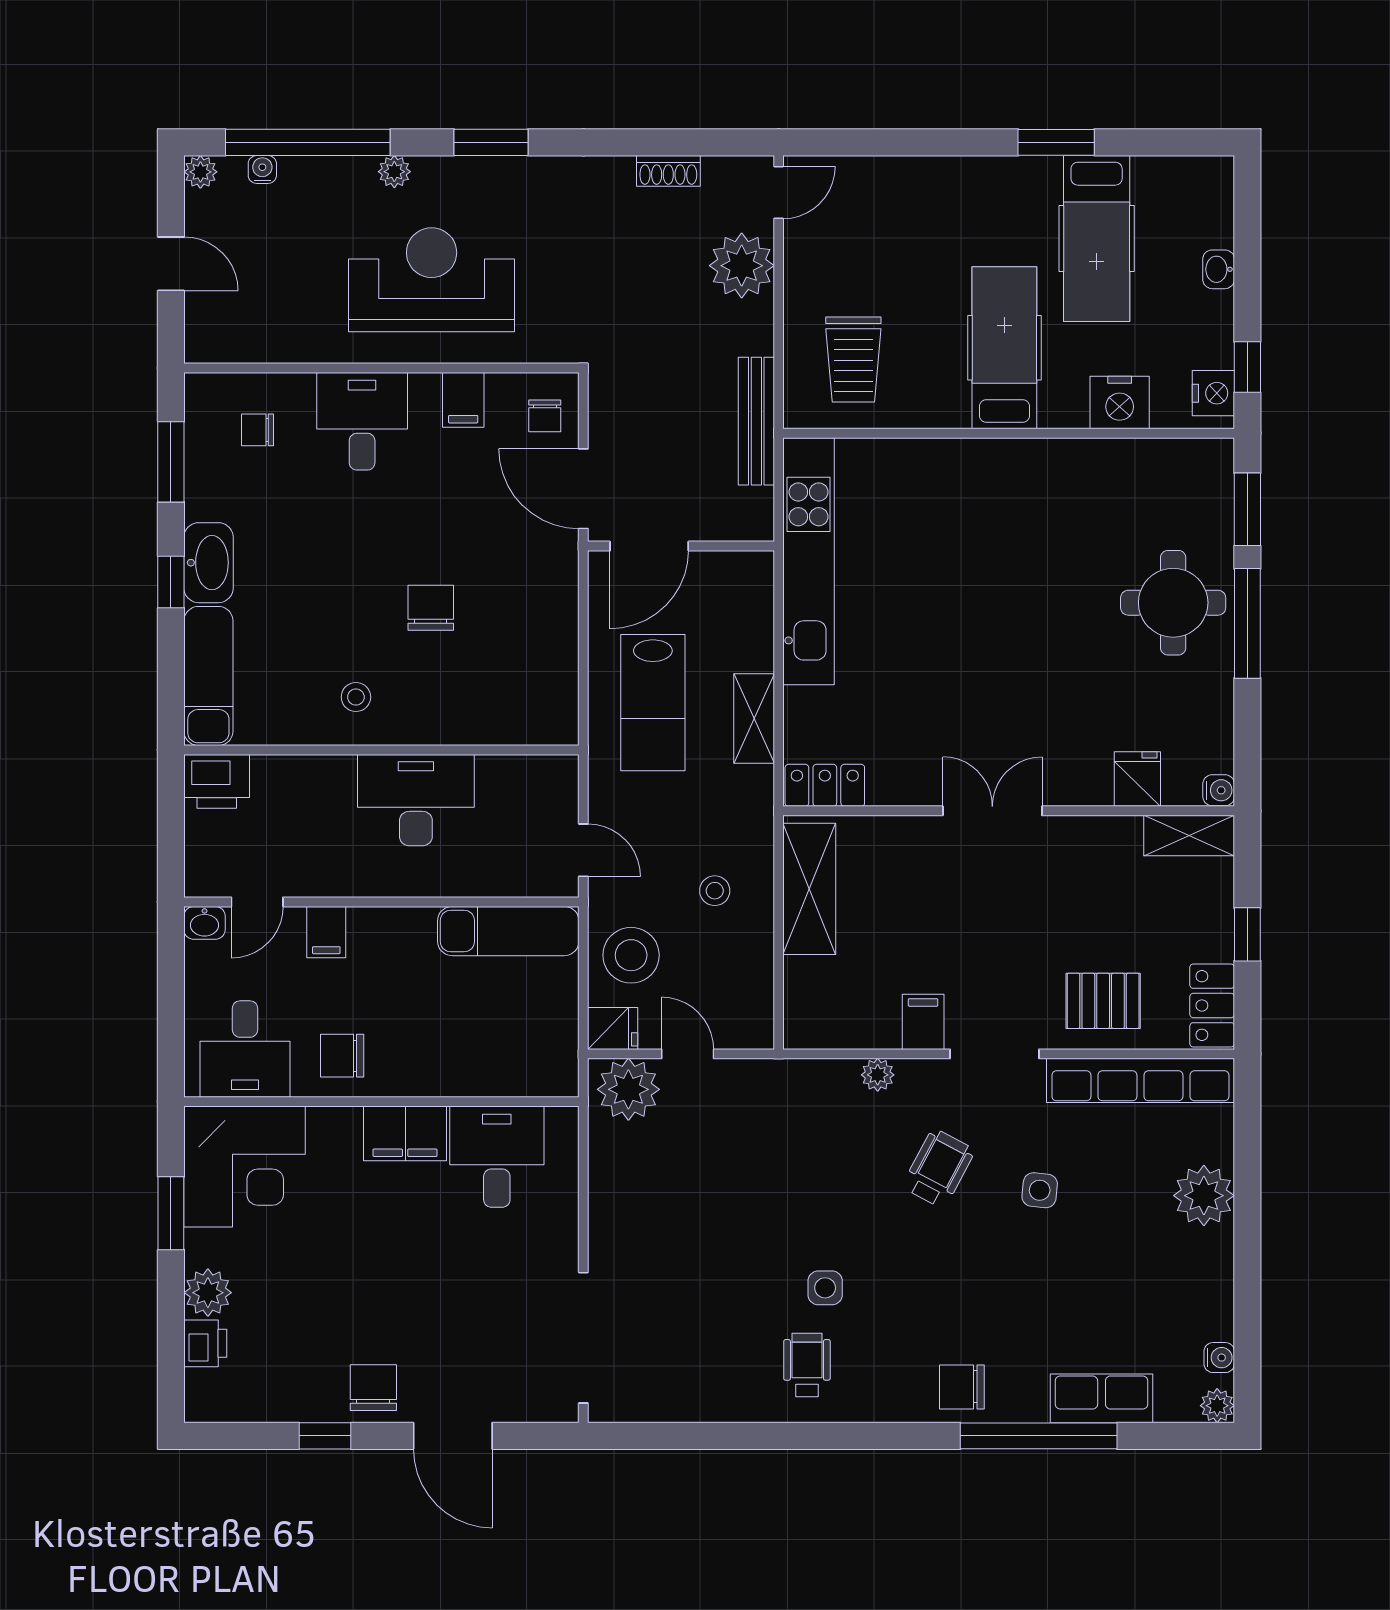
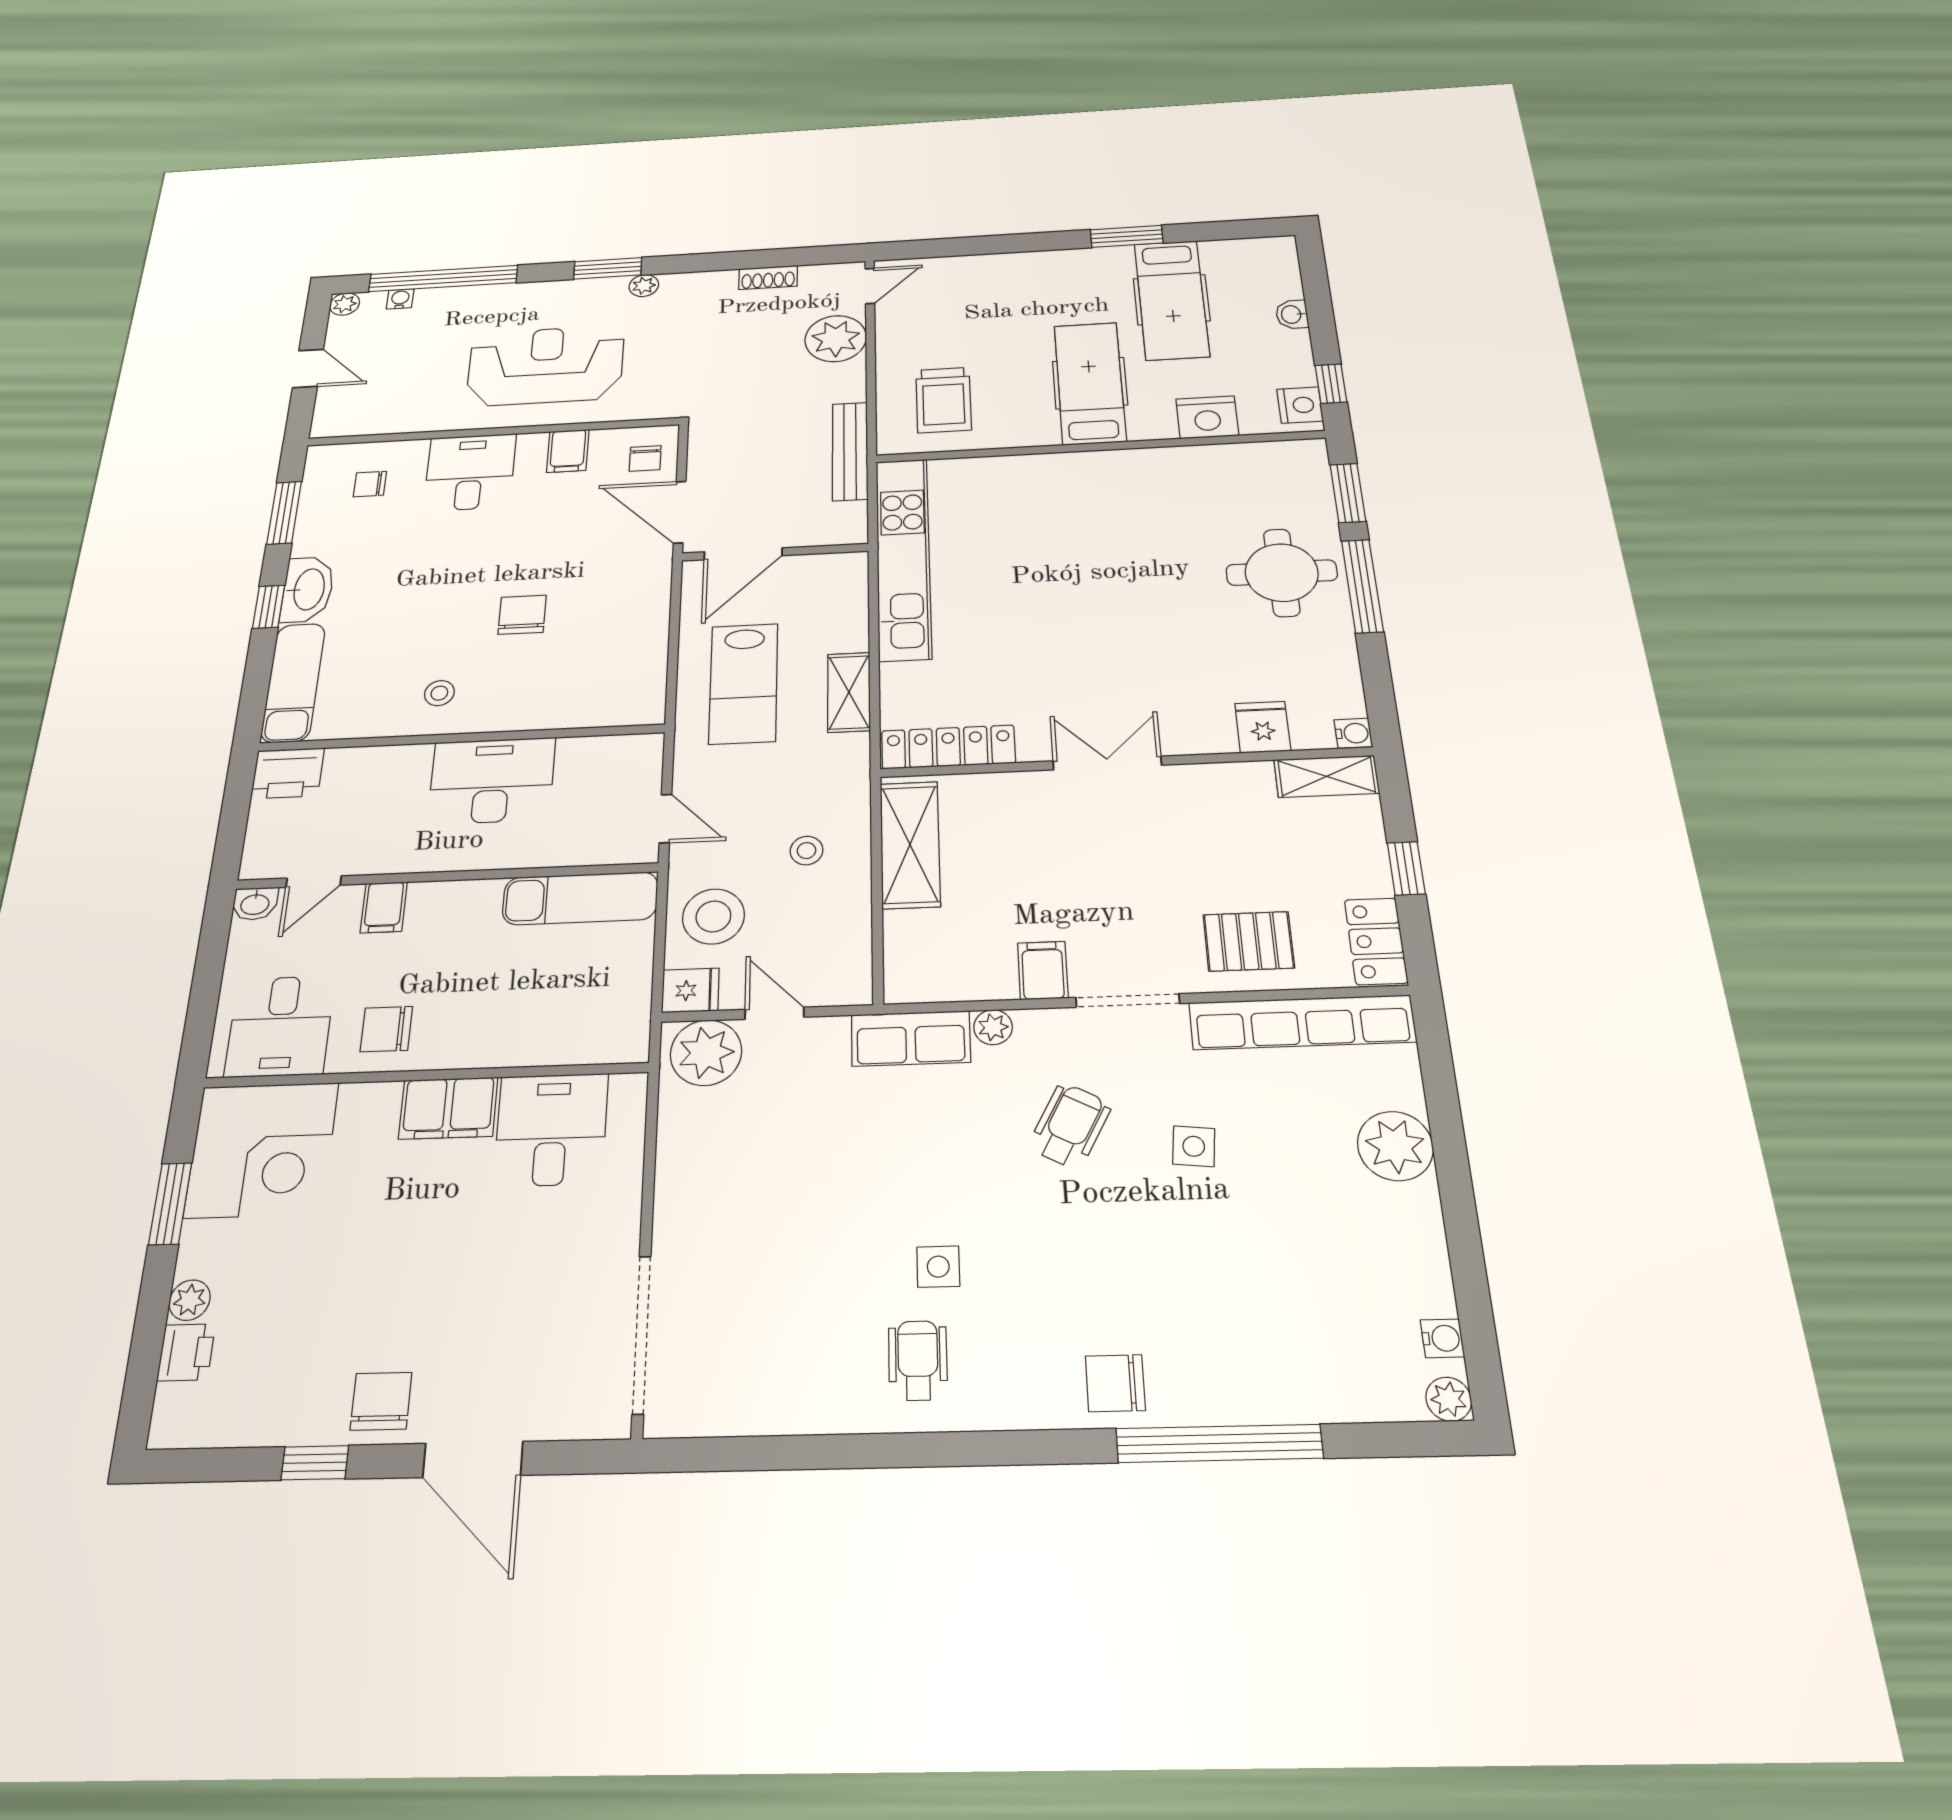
plant: (394, 172) -> (644, 286), moved
locker: (825, 785) -> (948, 747), width x1.53
plant: (208, 1293) -> (190, 1300), width x0.73, depth x0.73
row of seats: (1102, 1398) -> (911, 1038), moved, turned 180

